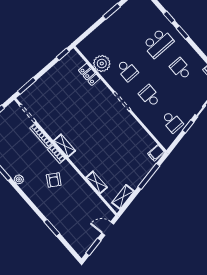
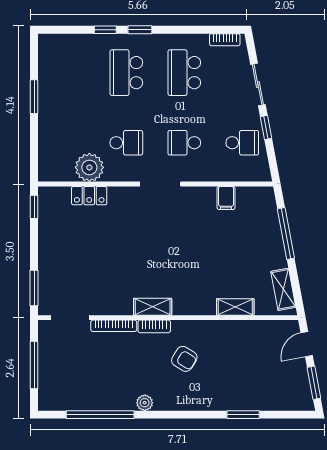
school desk: (158, 43) -> (126, 73), turned 180
school desk: (181, 69) -> (184, 73), width x1.85
filing cabinet: (156, 153) -> (226, 198), moved

